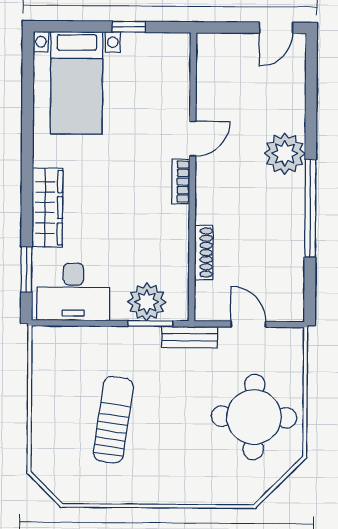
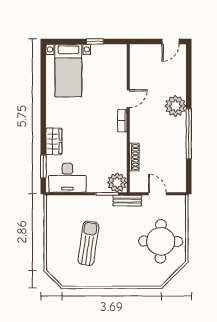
wardrobe: (47, 208) -> (54, 141), width x0.67
plant: (147, 302) -> (117, 183), moved

